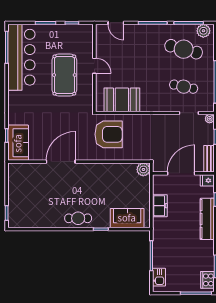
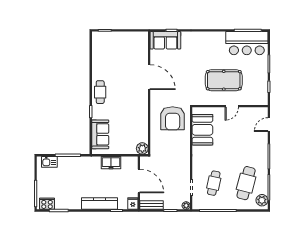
bar counter: (21, 57) -> (247, 43), width x0.73

